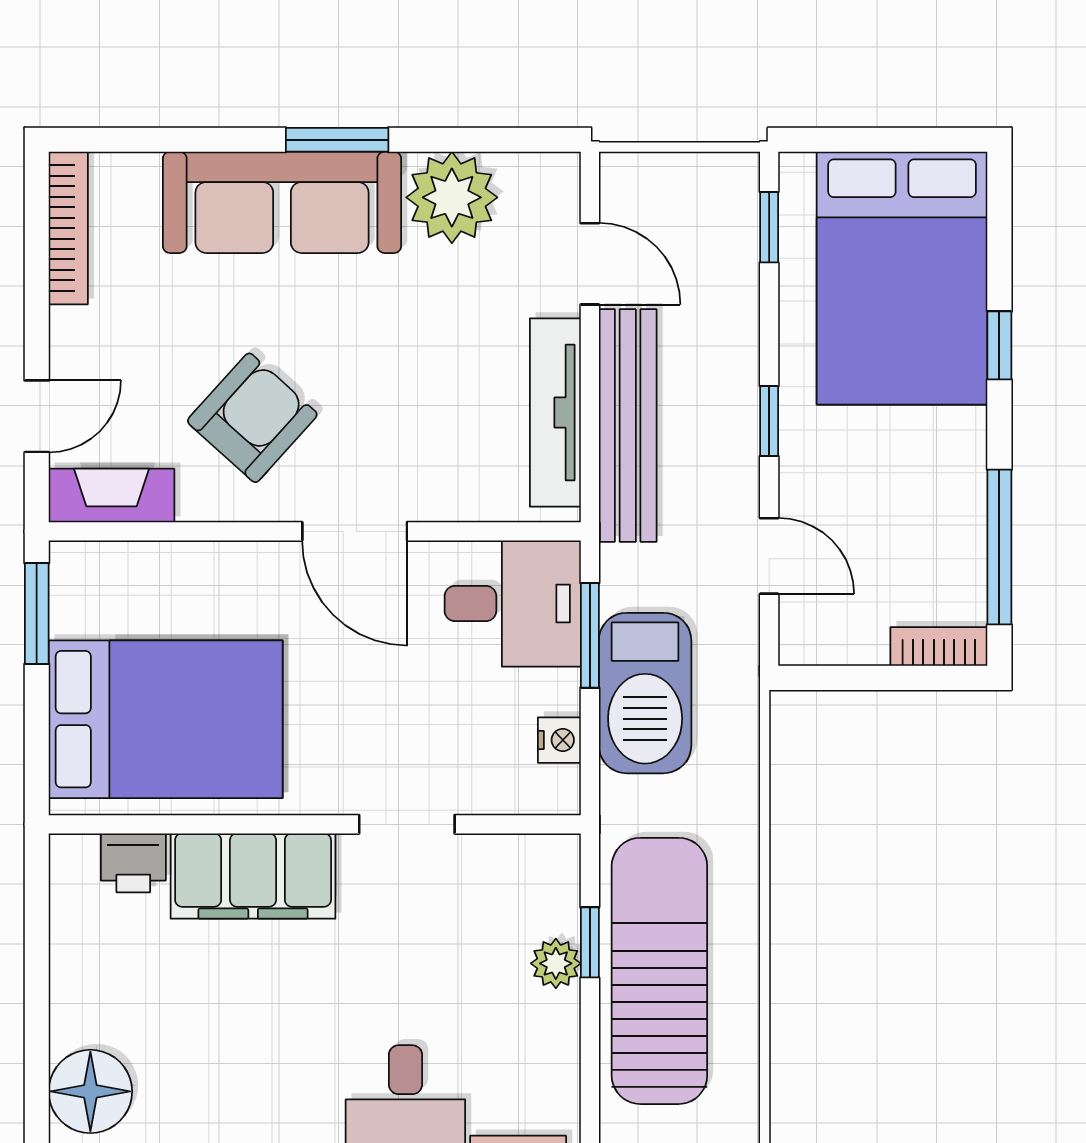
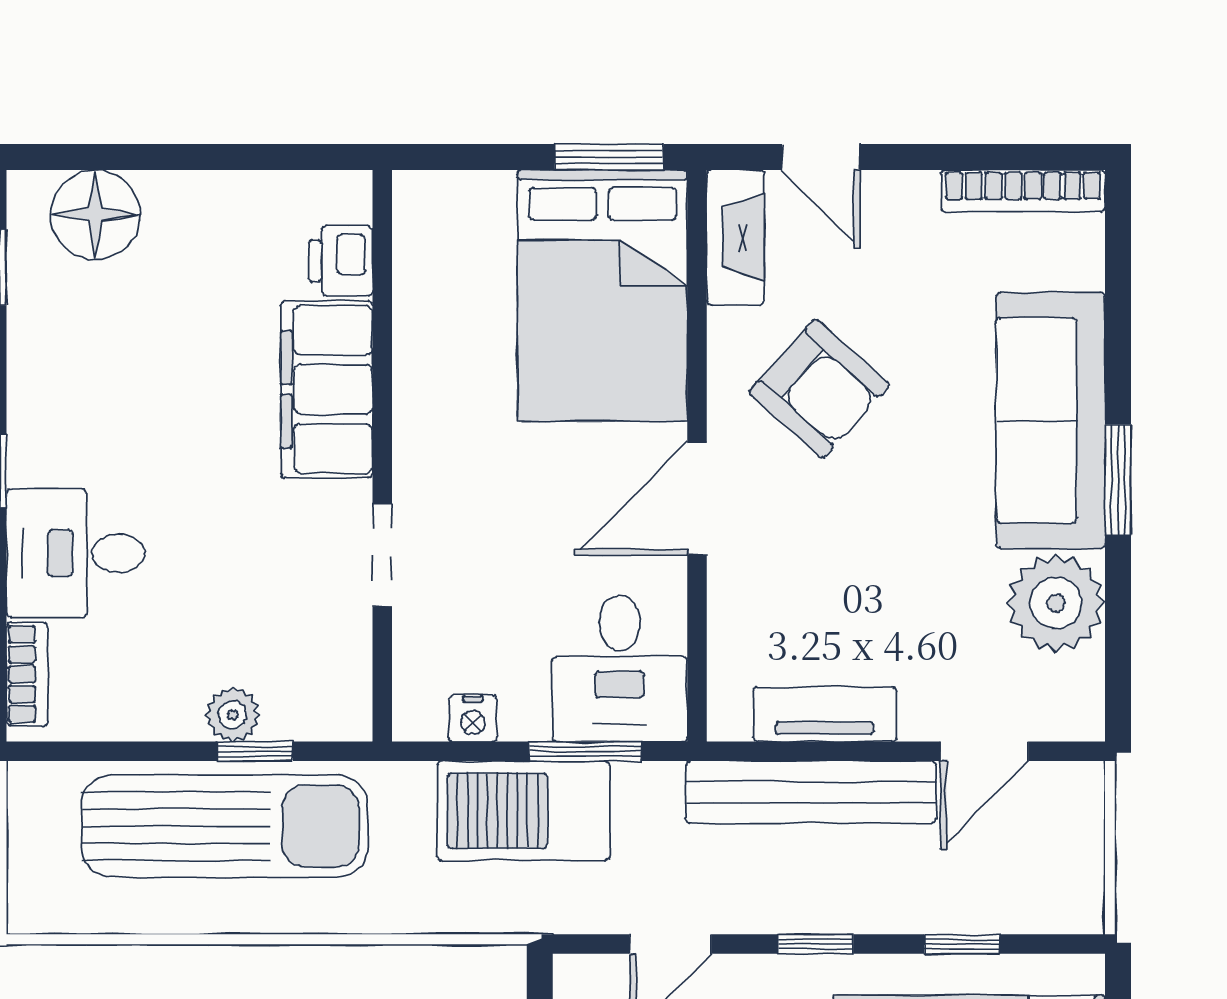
window: (769, 227) -> (962, 944), moved
tv unit: (555, 413) -> (825, 714), width x0.71
bed: (166, 719) -> (603, 295), moved

